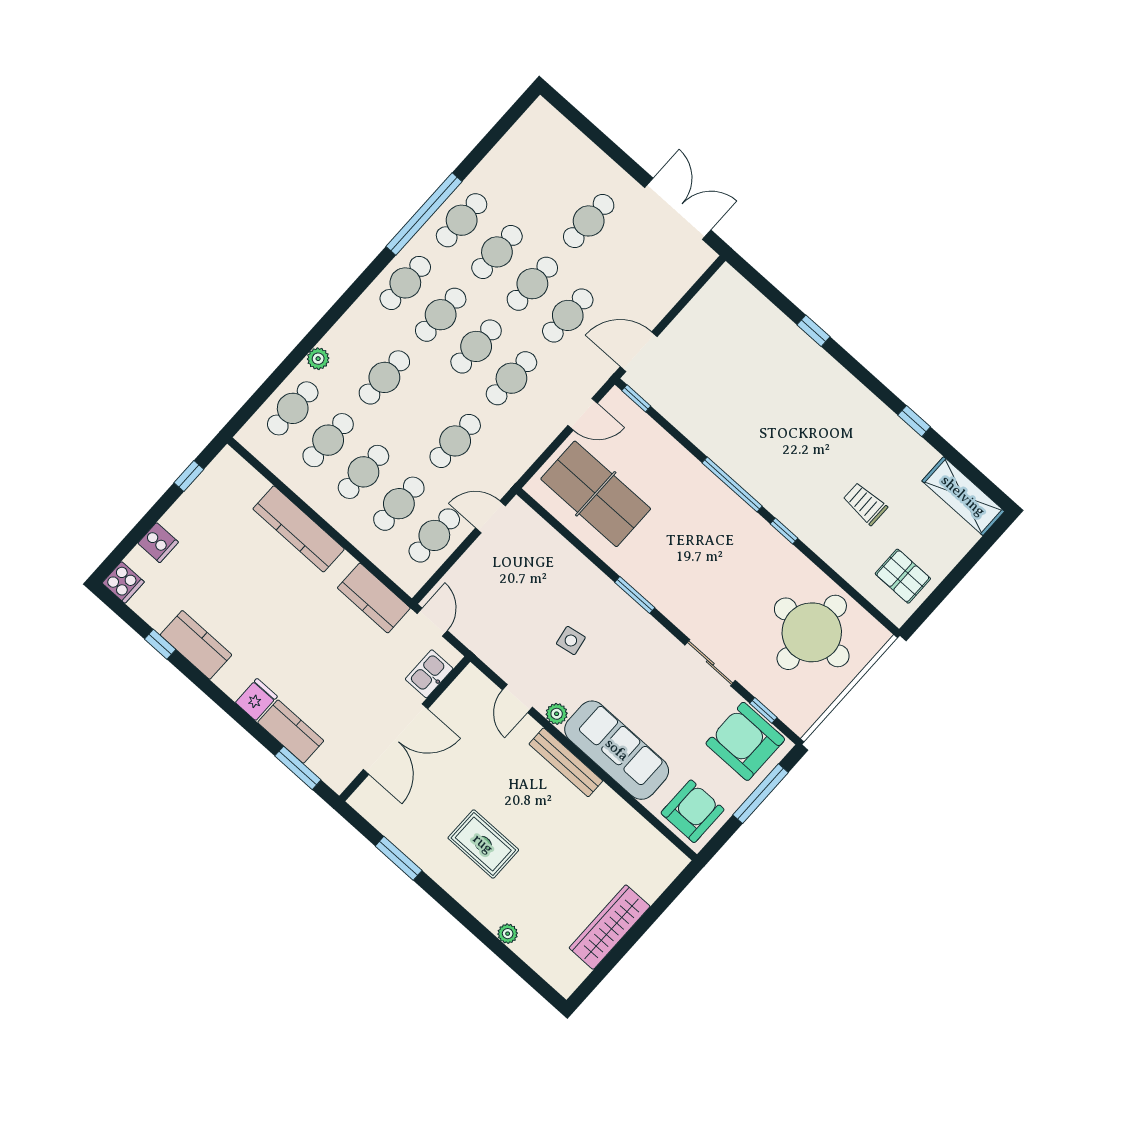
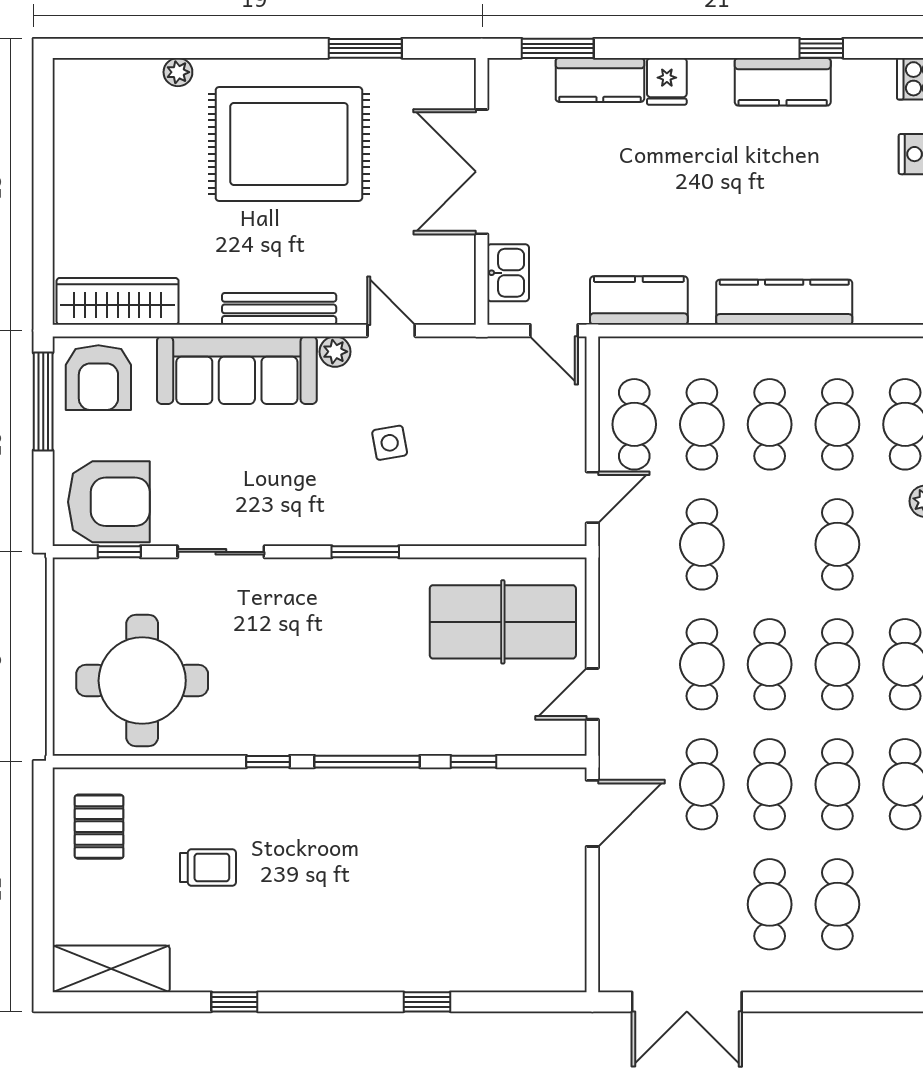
cafe table: (553, 189) -> (837, 904), added
window: (636, 398) -> (474, 762), moved
pallet: (903, 576) -> (99, 827), turned 90
window: (760, 794) -> (43, 402), moved
rug: (483, 844) -> (289, 144), width x1.86, depth x2.06
wardrobe: (610, 927) -> (118, 301), moved, turned -90

